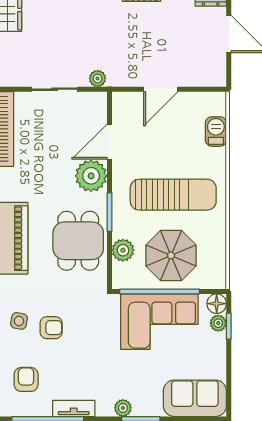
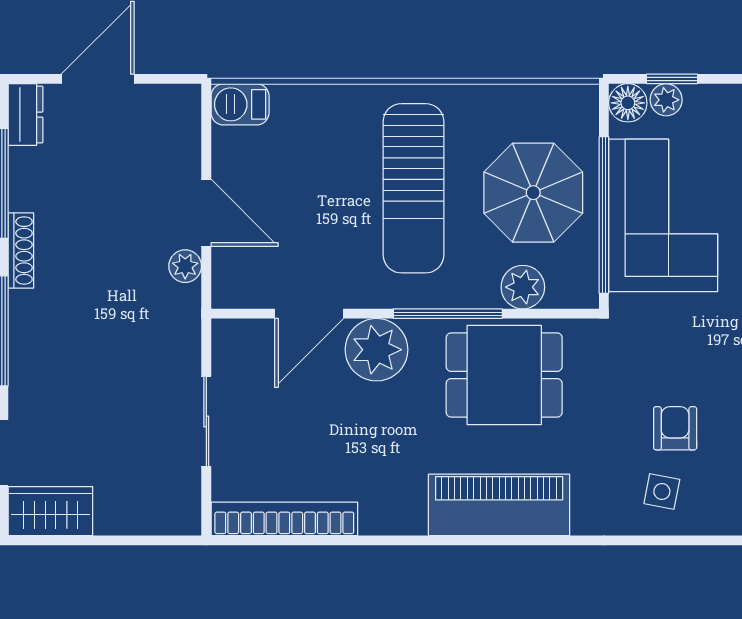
plant: (98, 78) -> (185, 266), moved
barbecue: (216, 132) -> (240, 104), moved
door: (109, 142) -> (309, 314), hinge flipped
sun lounger: (173, 195) -> (413, 188), turned 180
window: (109, 212) -> (448, 314), width x1.44

